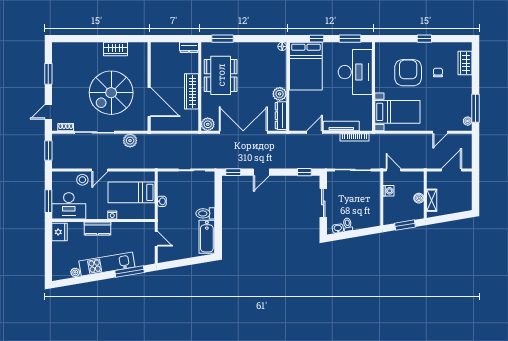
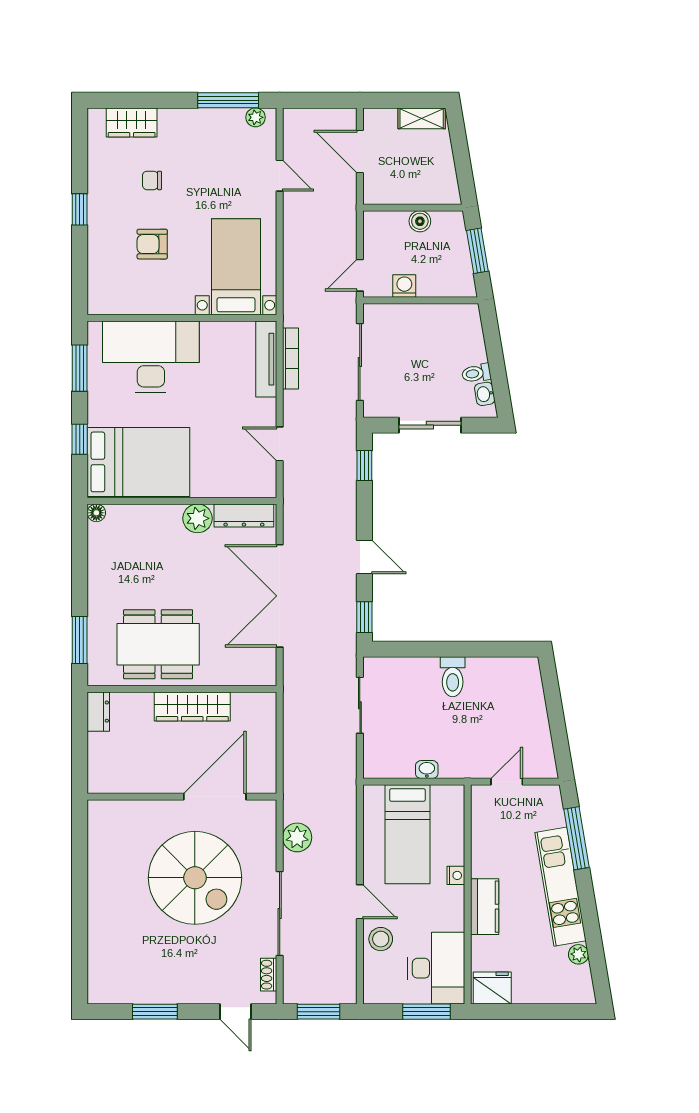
wardrobe: (116, 49) -> (102, 868), removed
armchair: (408, 73) -> (152, 244), width x0.53, depth x0.53
plant: (208, 124) -> (262, 672), removed
tv unit: (341, 126) -> (266, 359), moved
shelving: (432, 200) -> (422, 118), moved
bathtub: (207, 237) -> (502, 673), removed

